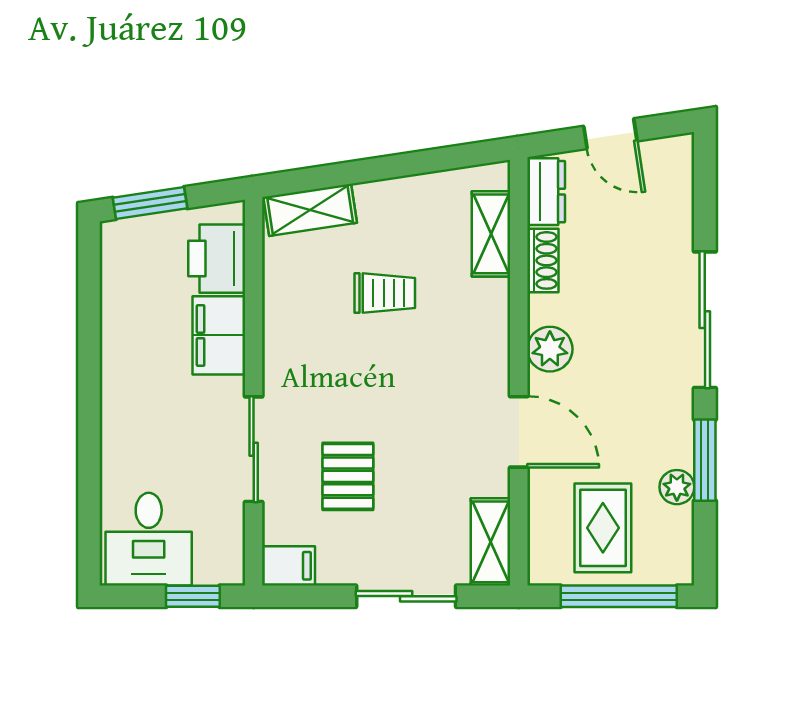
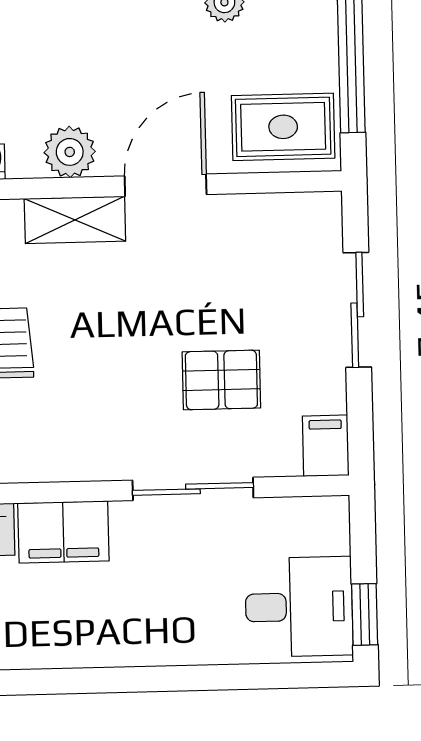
rug: (603, 528) -> (283, 127), moved
shelving: (491, 542) -> (75, 220), moved
window: (193, 596) -> (365, 614), moved

